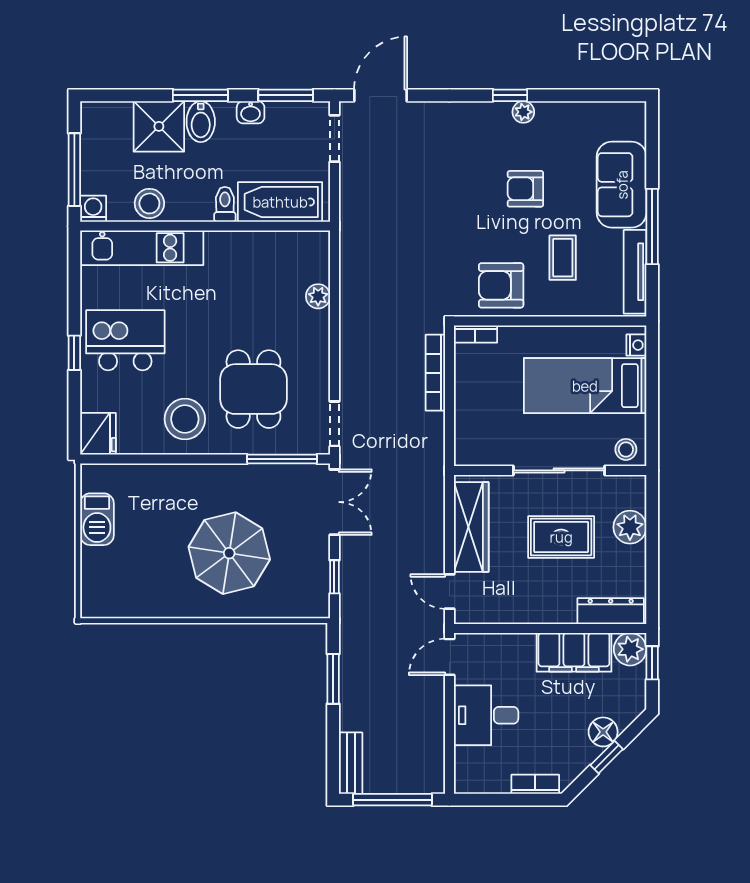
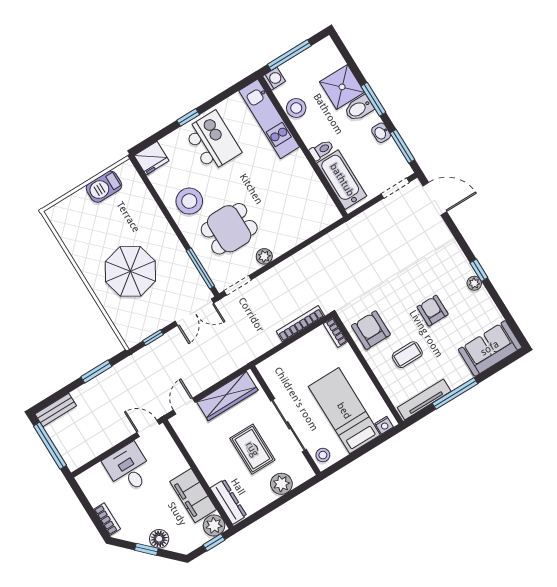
sofa: (622, 185) -> (490, 348), moved
plant: (318, 296) -> (264, 256), moved

